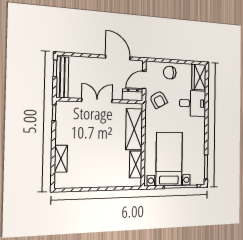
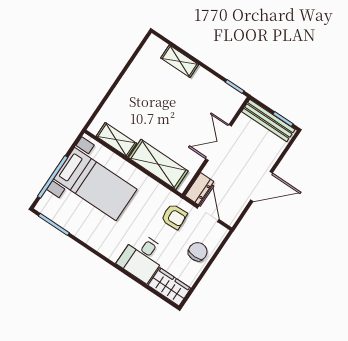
door: (118, 58) -> (262, 186), moved
armchair: (159, 100) -> (174, 217), turned -153
double door: (97, 101) -> (219, 142), swing flipped

